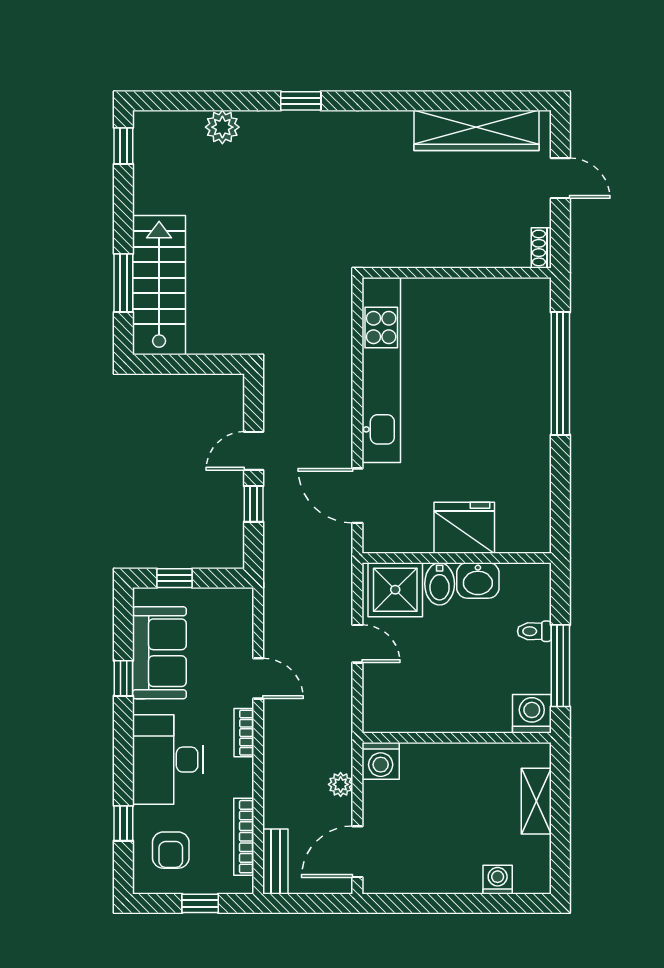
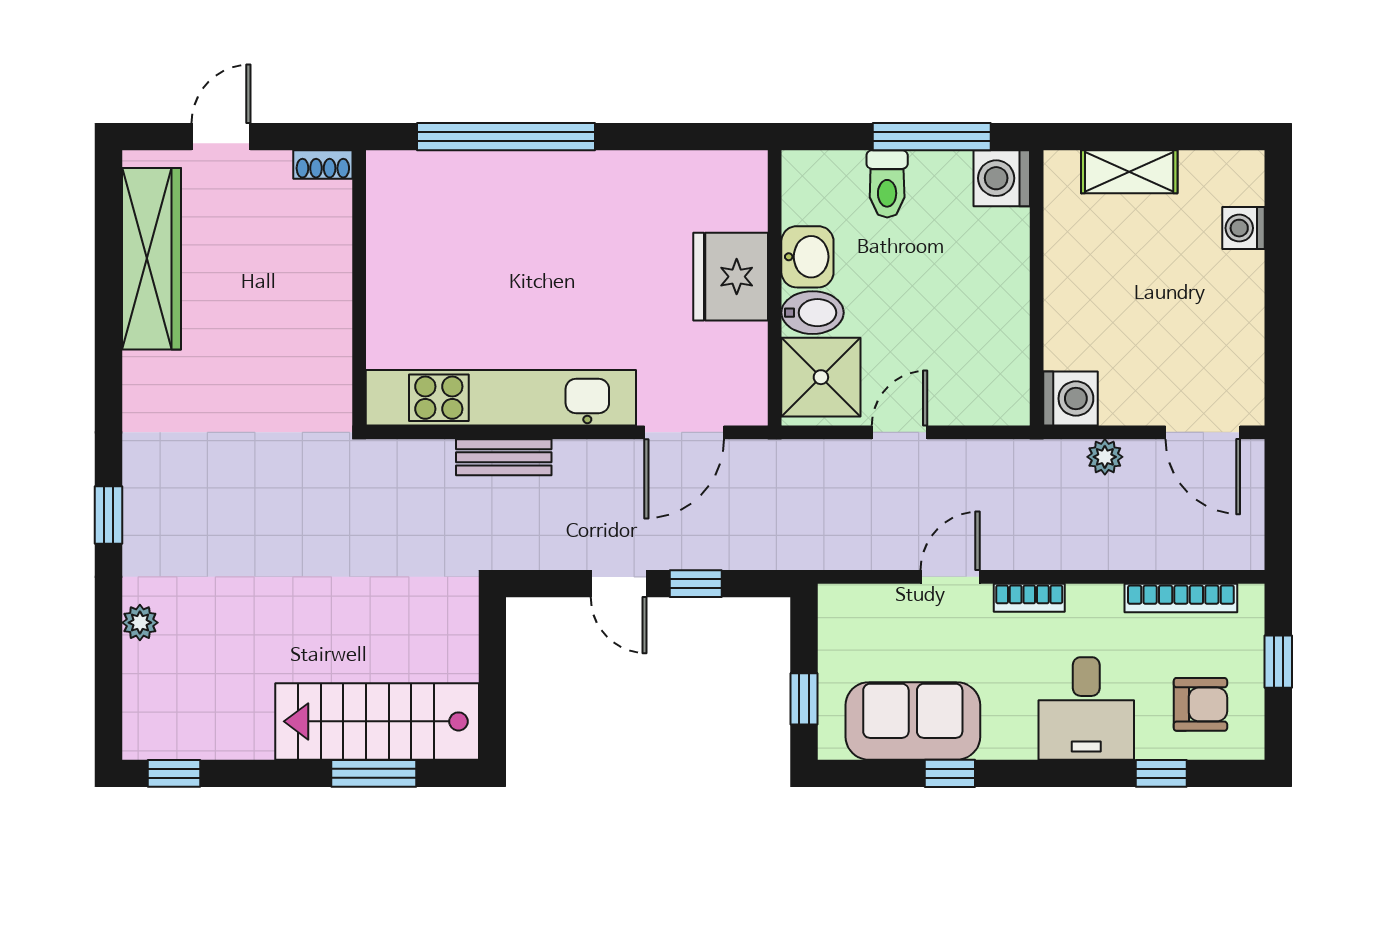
plant: (222, 127) -> (140, 623), width x0.73, depth x0.73
toilet: (534, 631) -> (887, 184), width x1.37, depth x1.39
desk: (168, 760) -> (1086, 708), width x0.73
bench: (275, 862) -> (504, 457), moved

